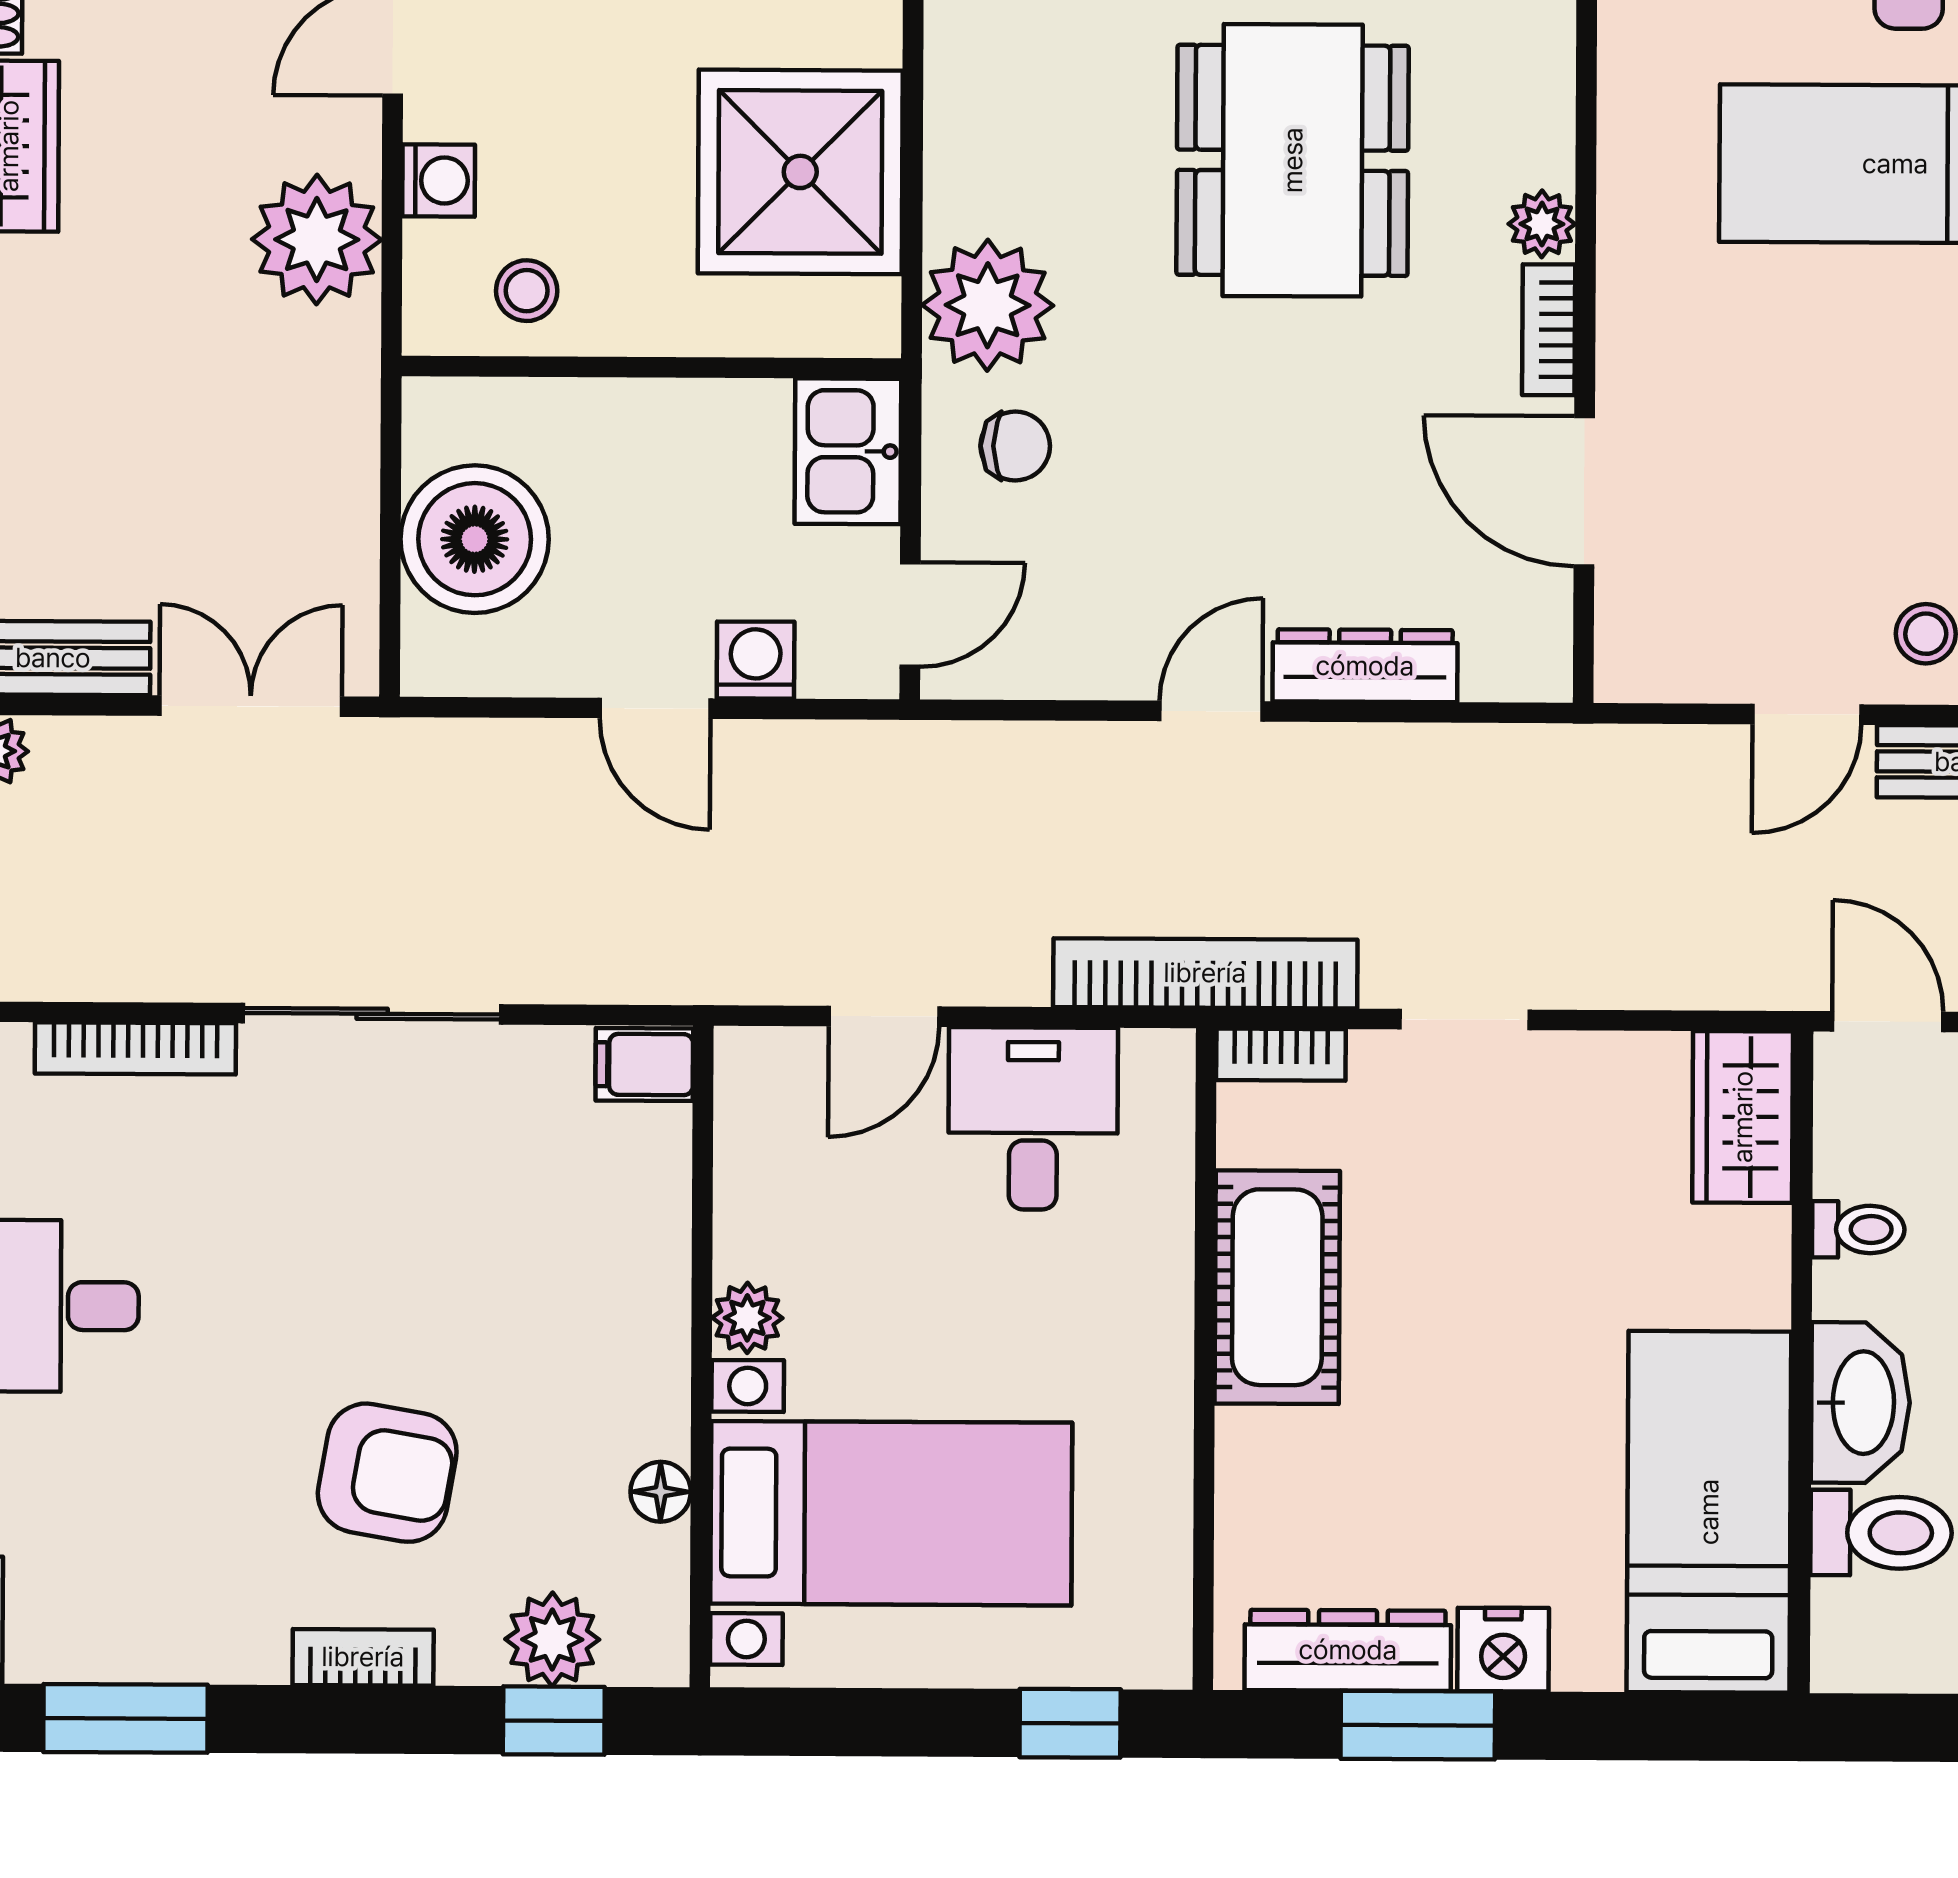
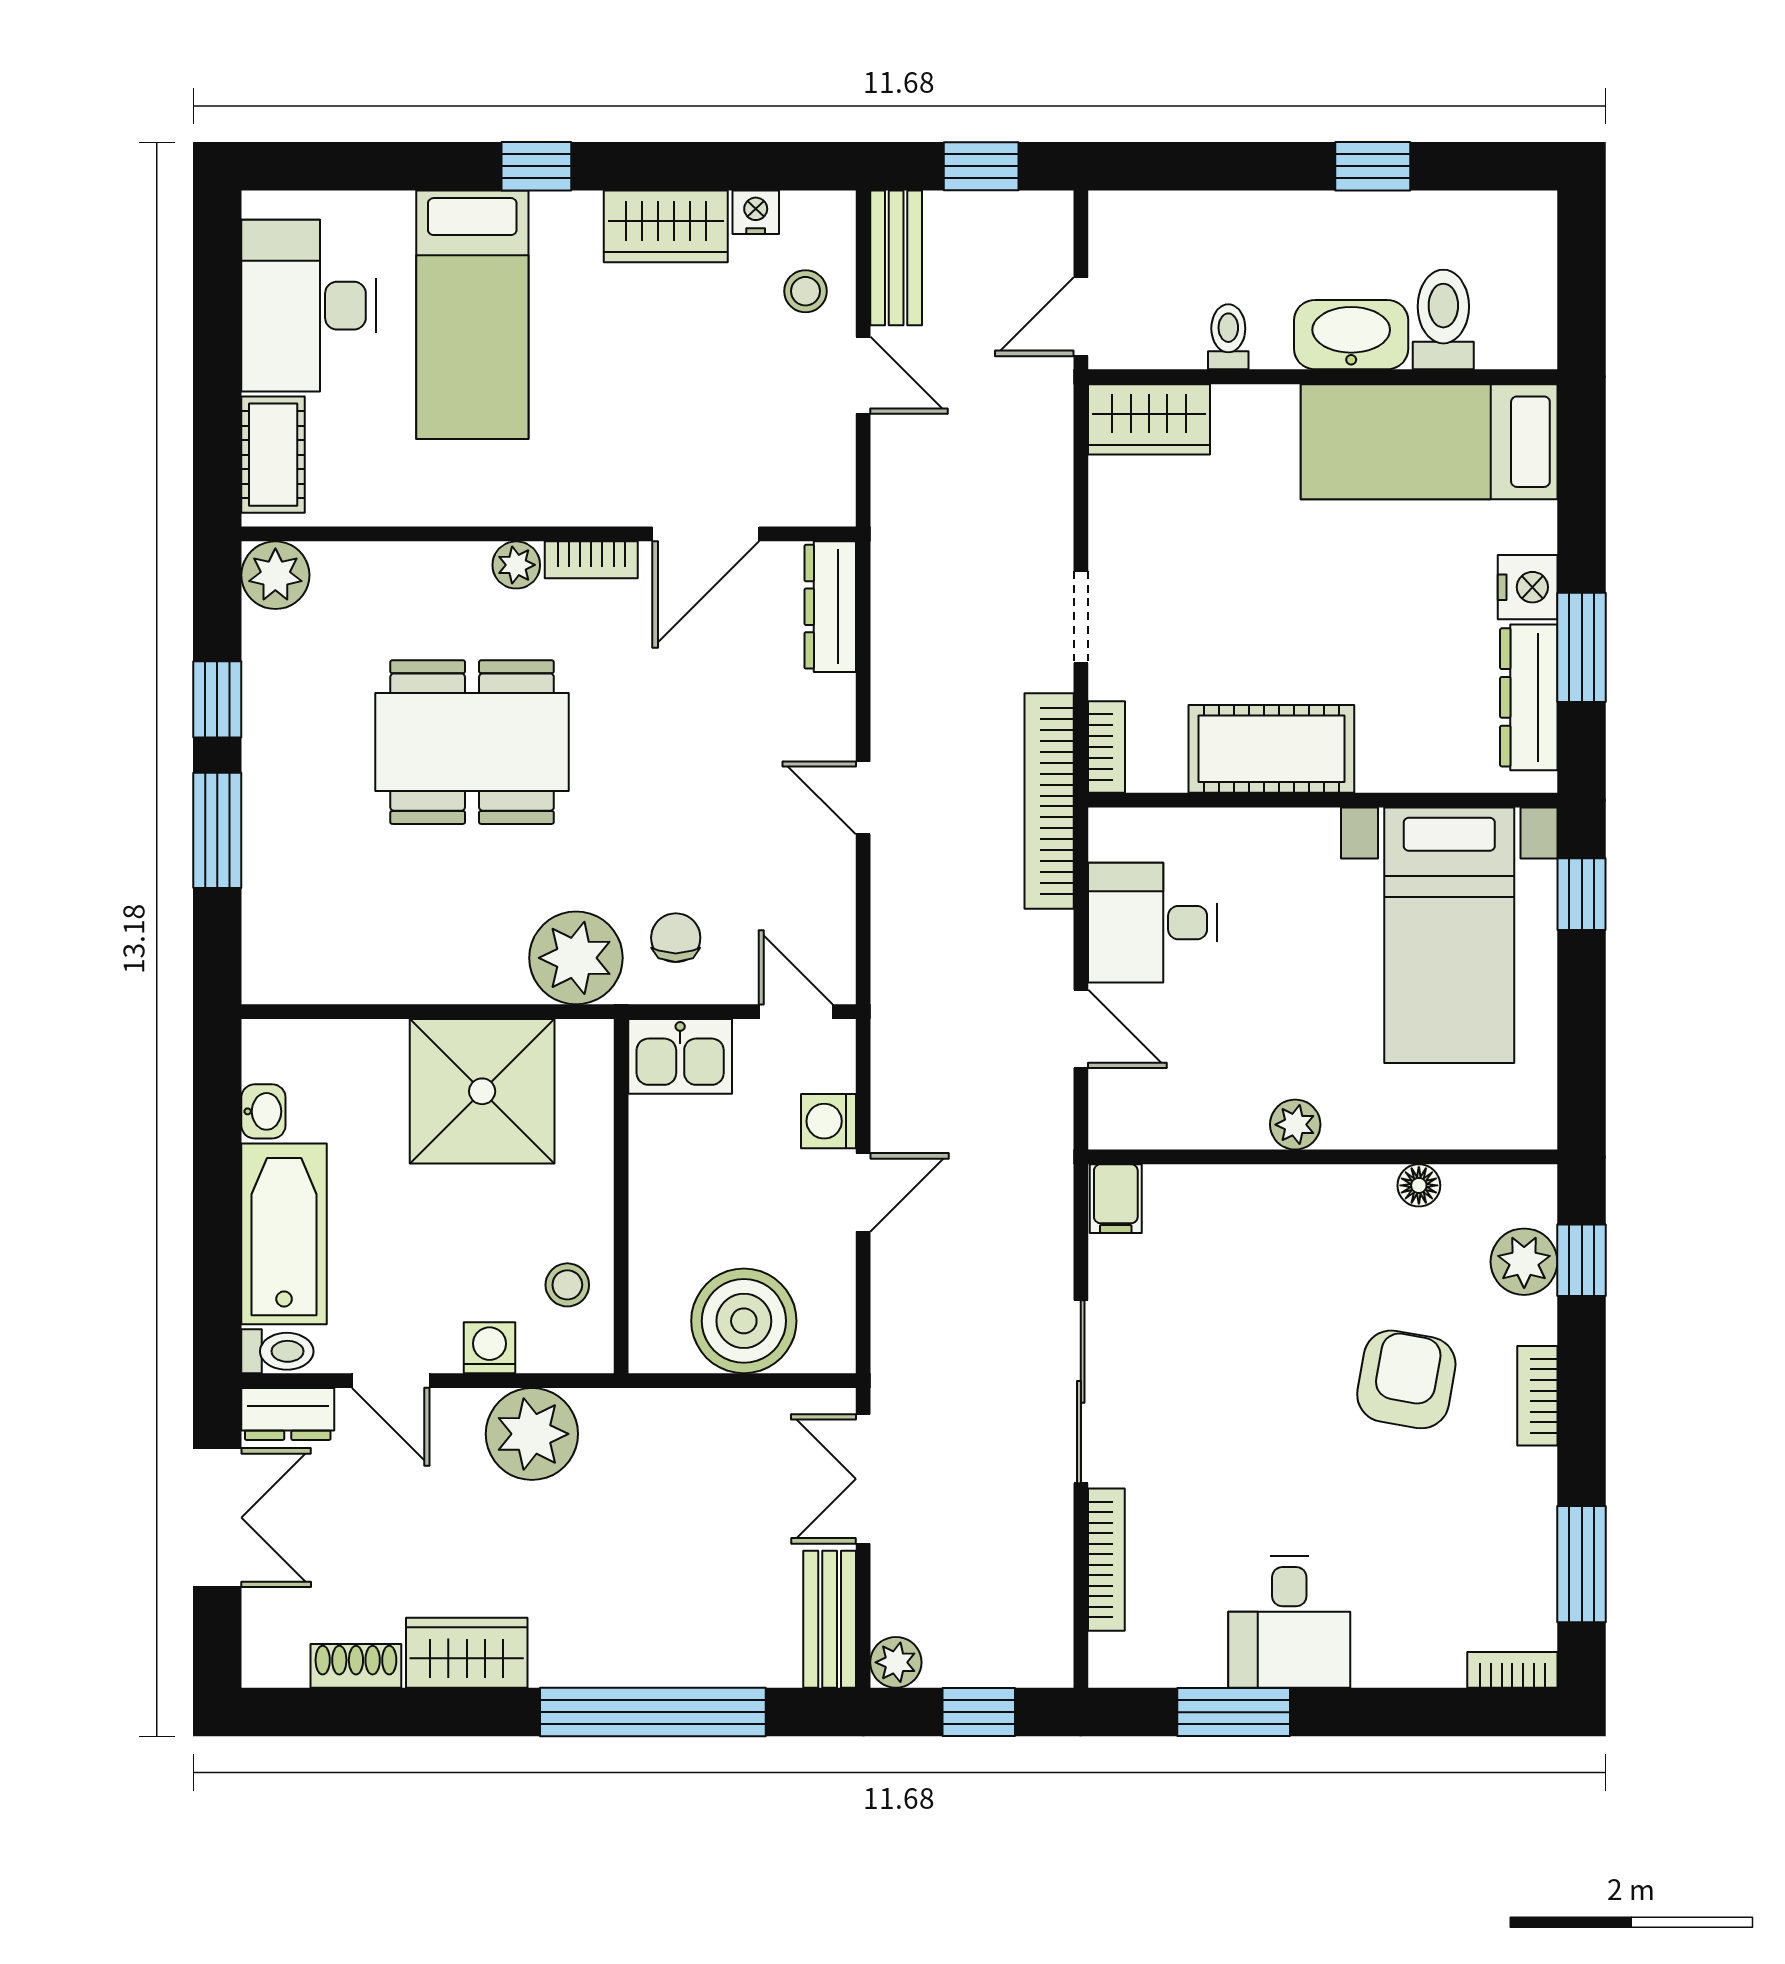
dresser: (1365, 666) -> (830, 607), moved
bed with nightstands: (891, 1513) -> (1449, 935), moved, turned 180

